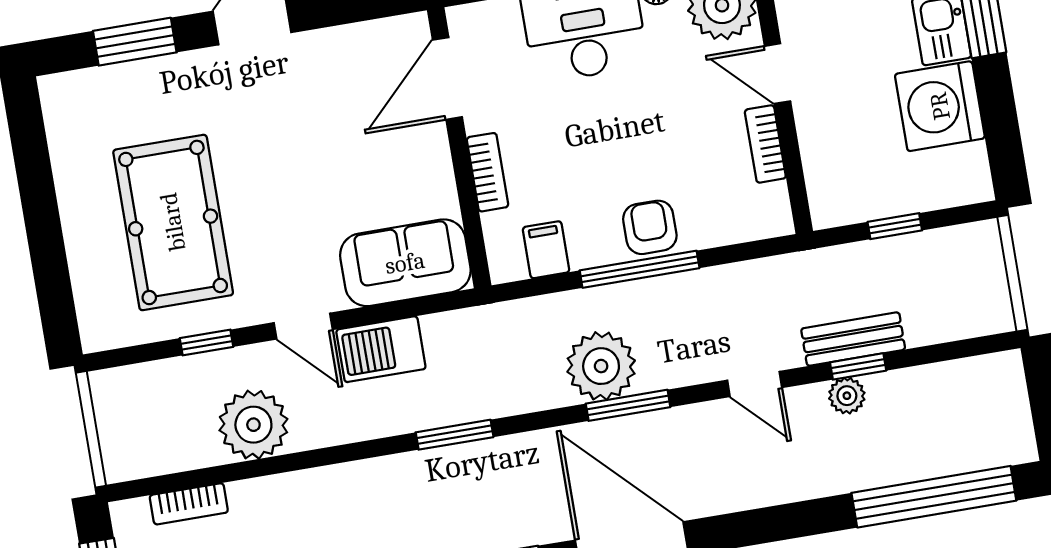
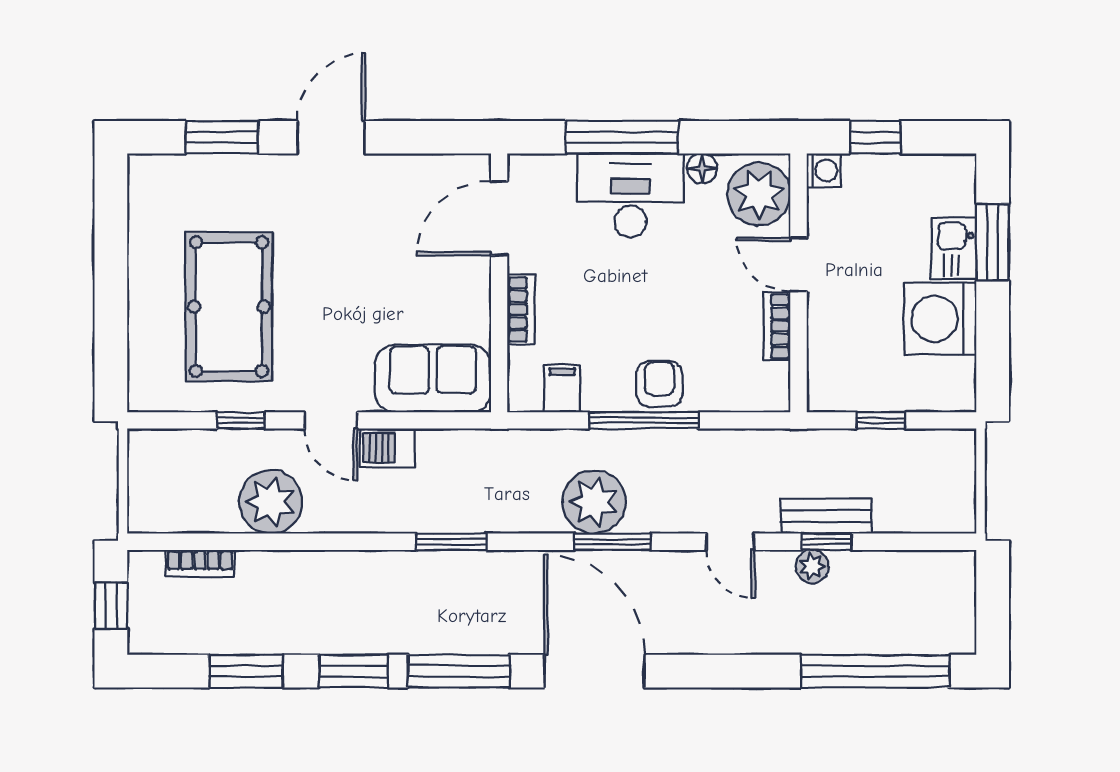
barbecue: (381, 349) -> (387, 448), width x0.73, depth x0.79

